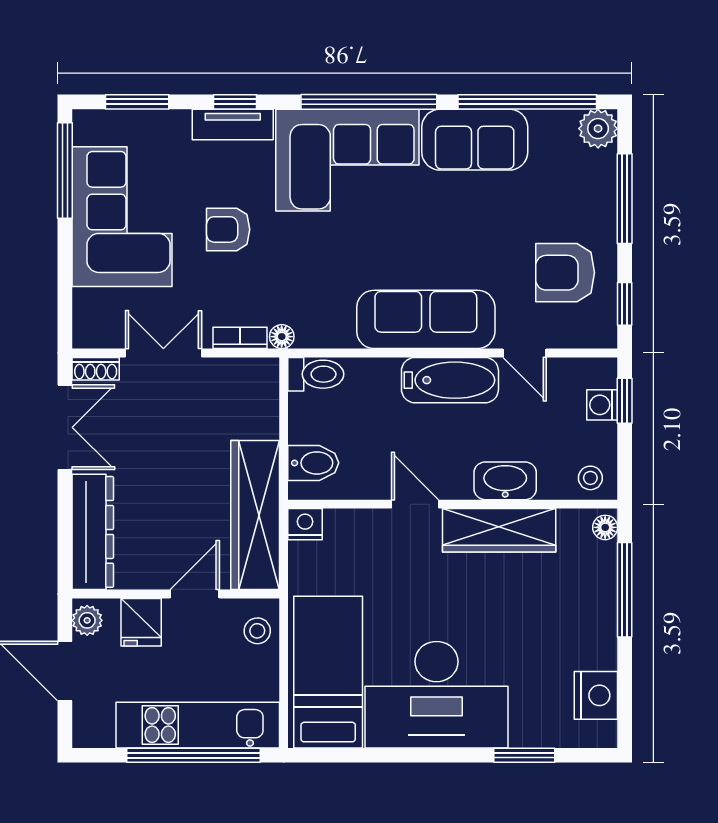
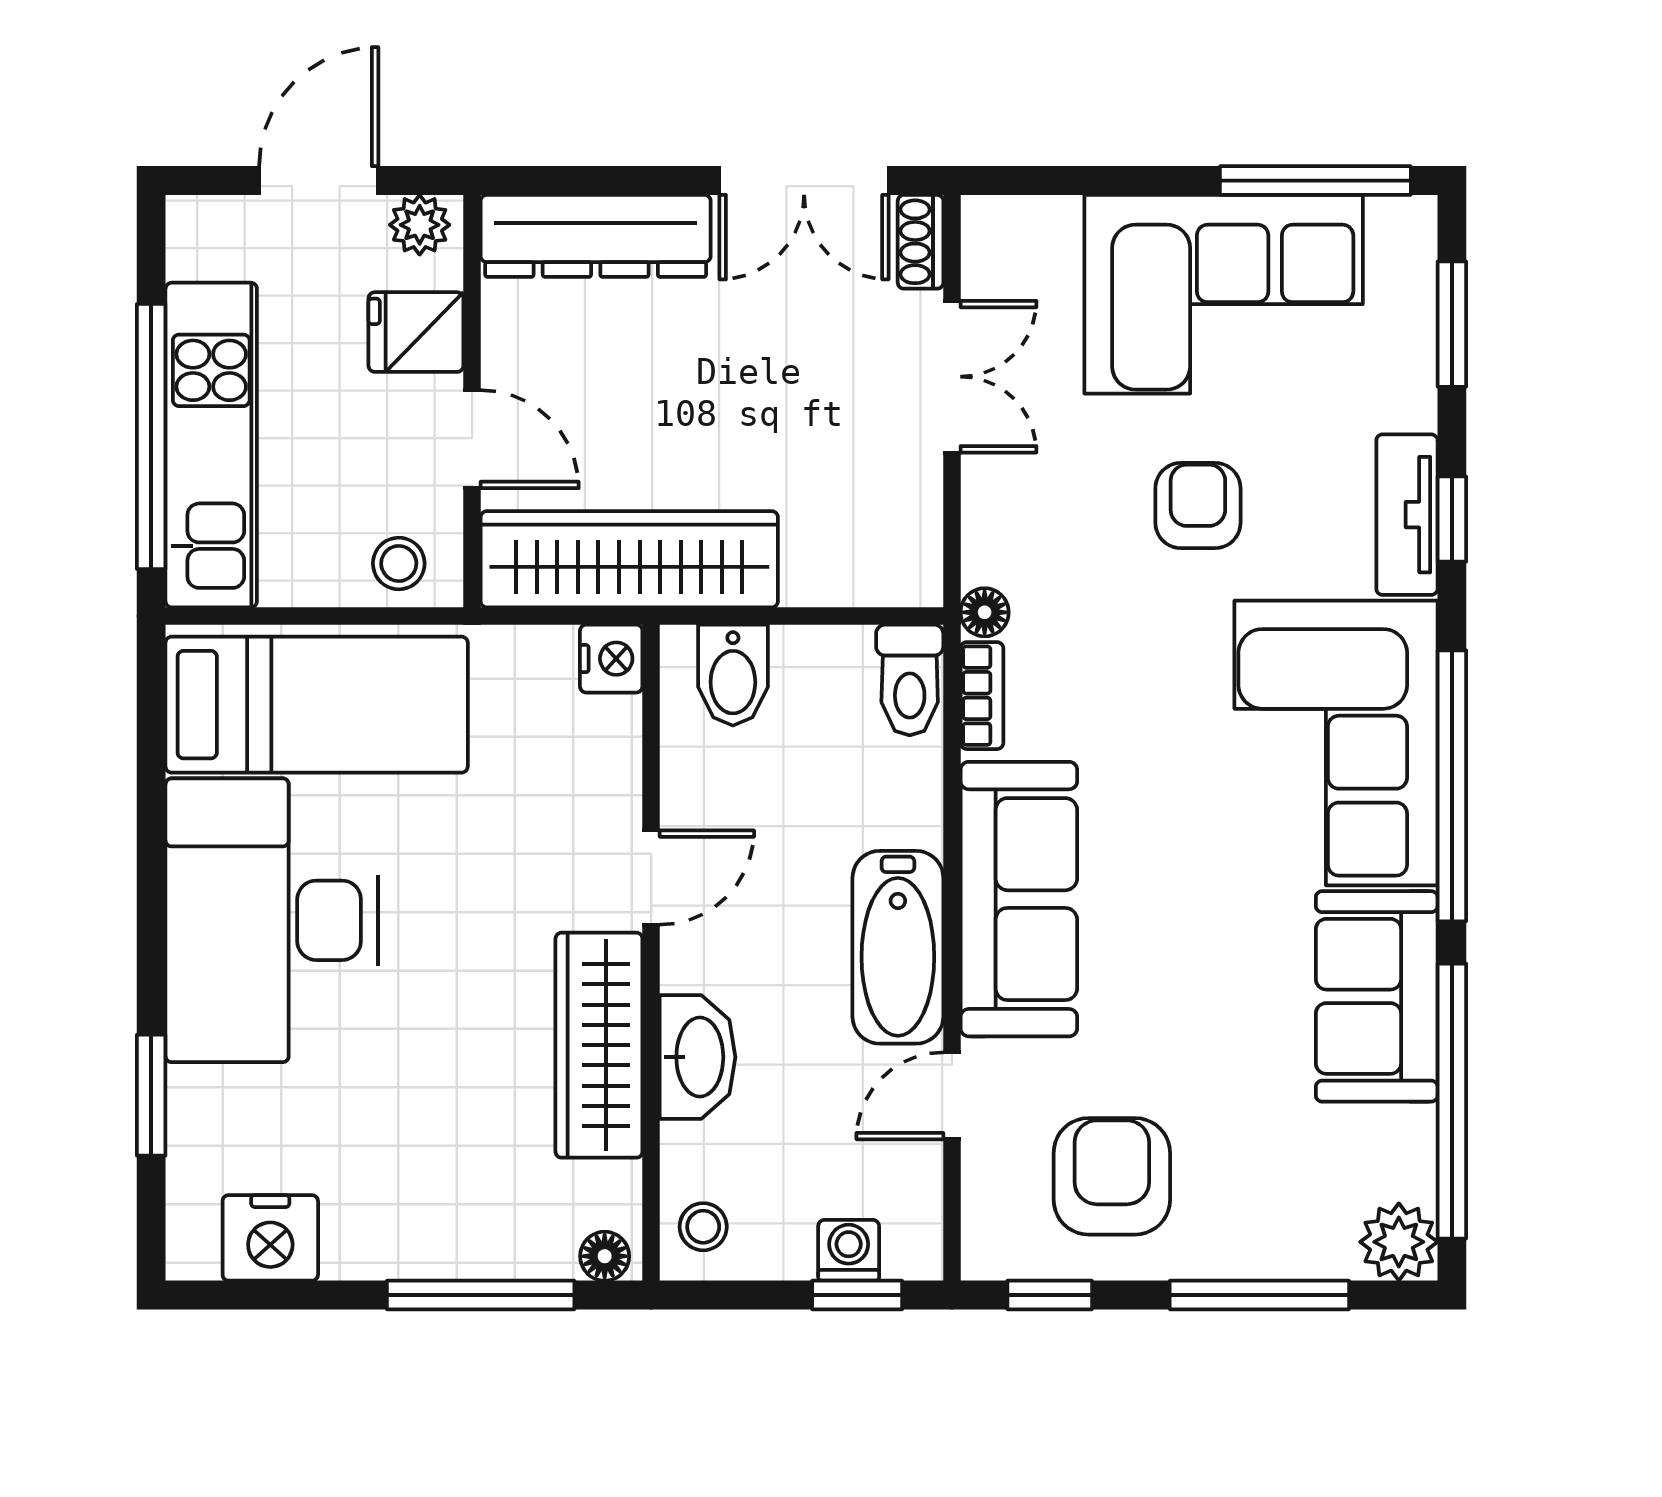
bookcase: (240, 338) -> (982, 696), moved

